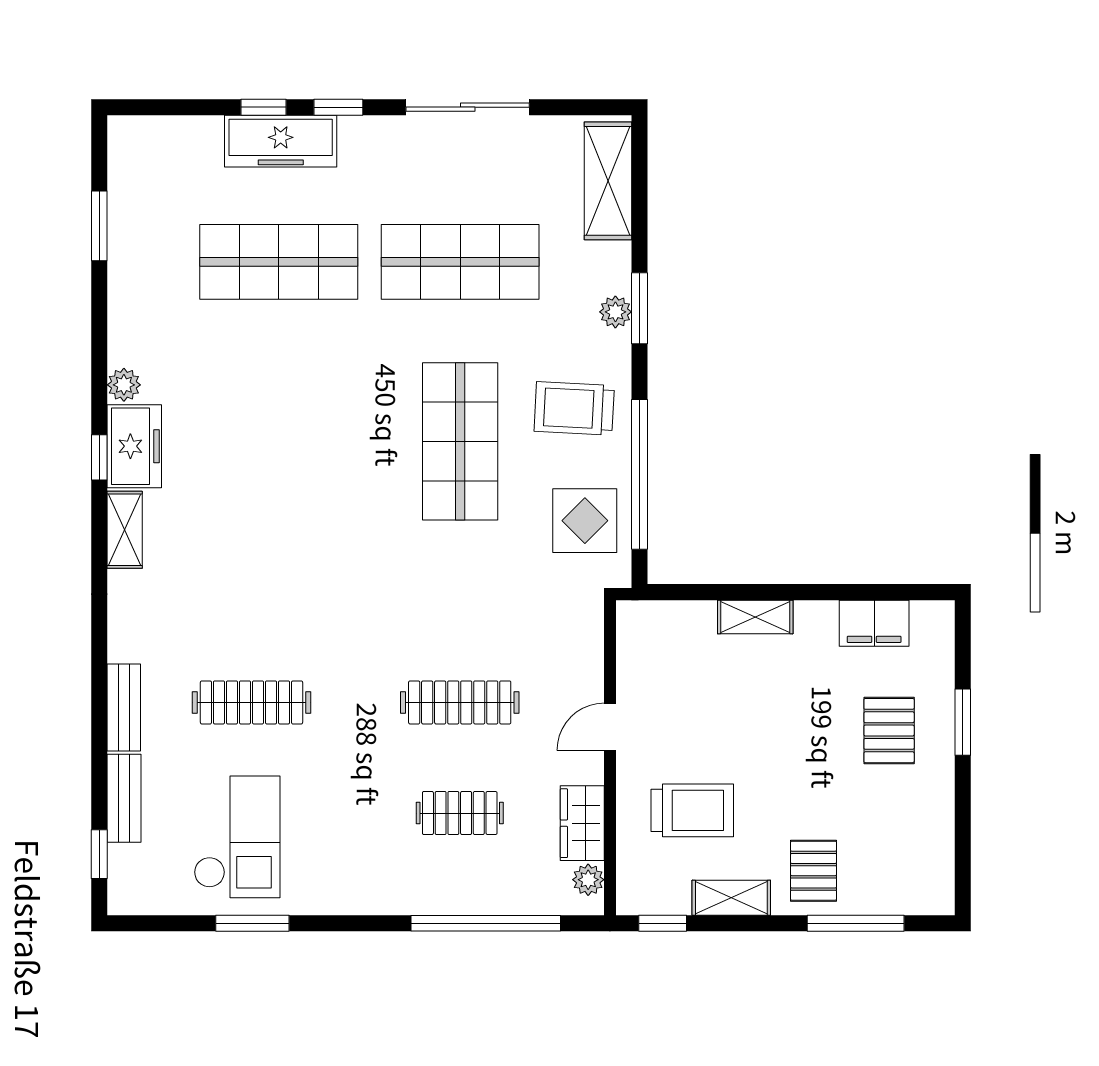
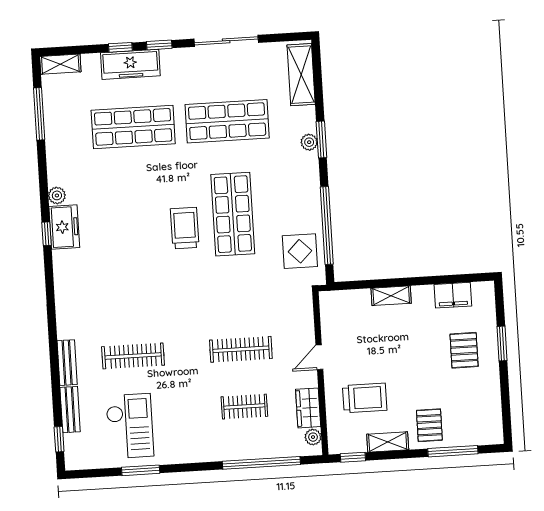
window: (99, 226) -> (39, 114), width x1.44
trolley: (574, 408) -> (185, 228), moved, turned 87
shelving: (125, 530) -> (60, 64), moved, turned 90

